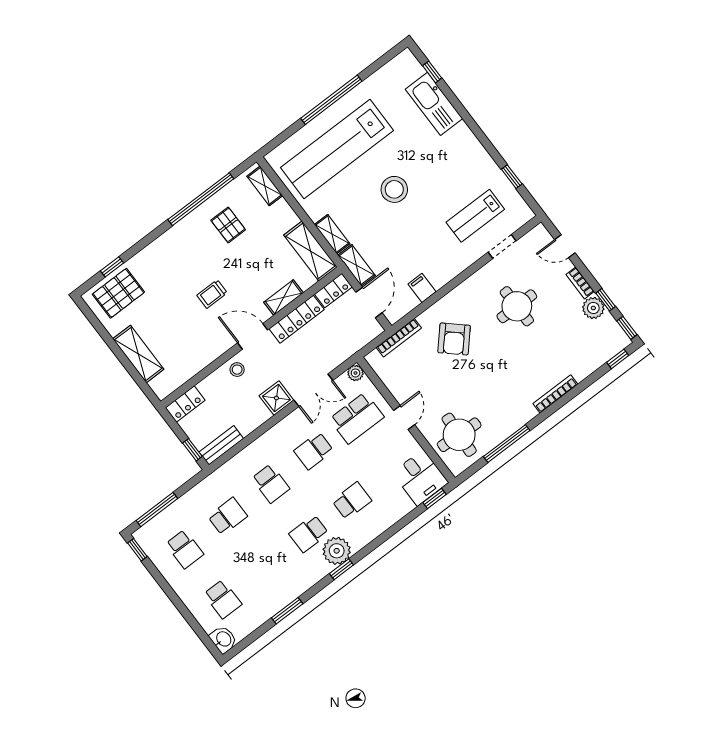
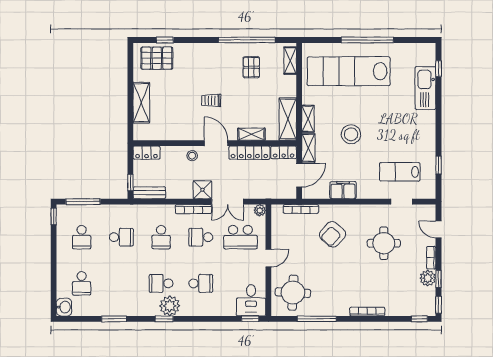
stool: (394, 189) -> (351, 134), moved
filing cabinet: (422, 288) -> (343, 190), width x2.00
bookcase: (283, 426) -> (193, 209), added

